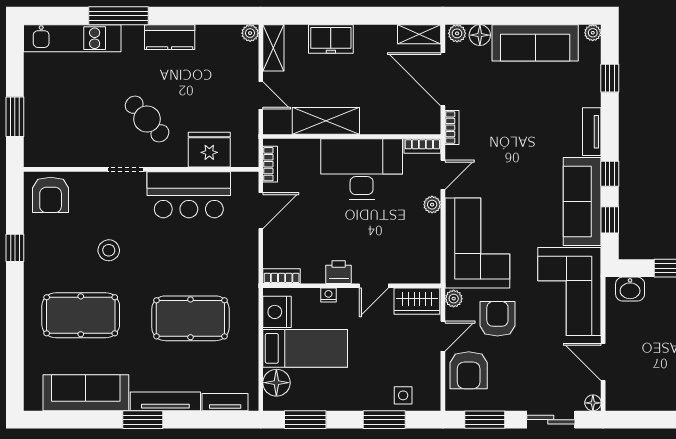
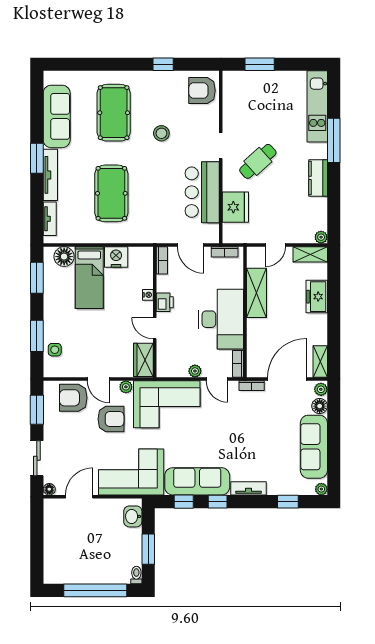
printer: (339, 272) -> (165, 302), moved
bookcase: (282, 276) -> (162, 260), moved
wall: (352, 286) -> (155, 312), moved
door: (374, 286) -> (155, 328), moved
nightstand: (328, 295) -> (148, 295), moved
wardrobe: (417, 301) -> (143, 360), moved

